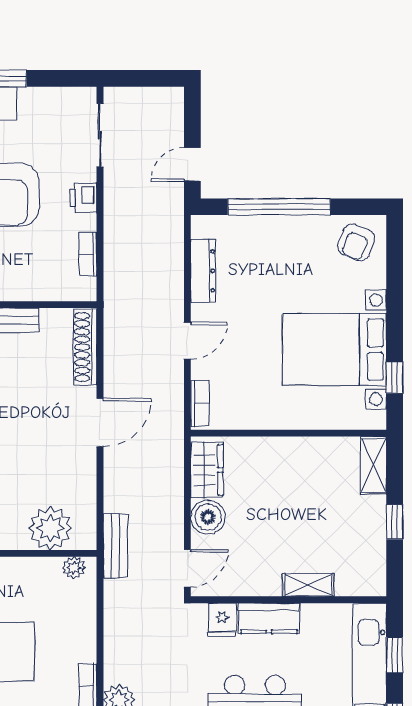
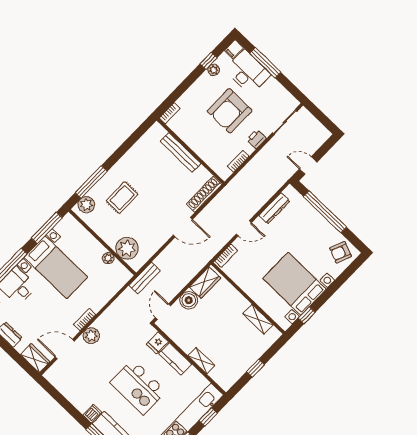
shelving: (373, 465) -> (258, 319), moved, turned 90
plant: (74, 568) -> (108, 258), moved
door: (187, 568) -> (163, 312), swing flipped

